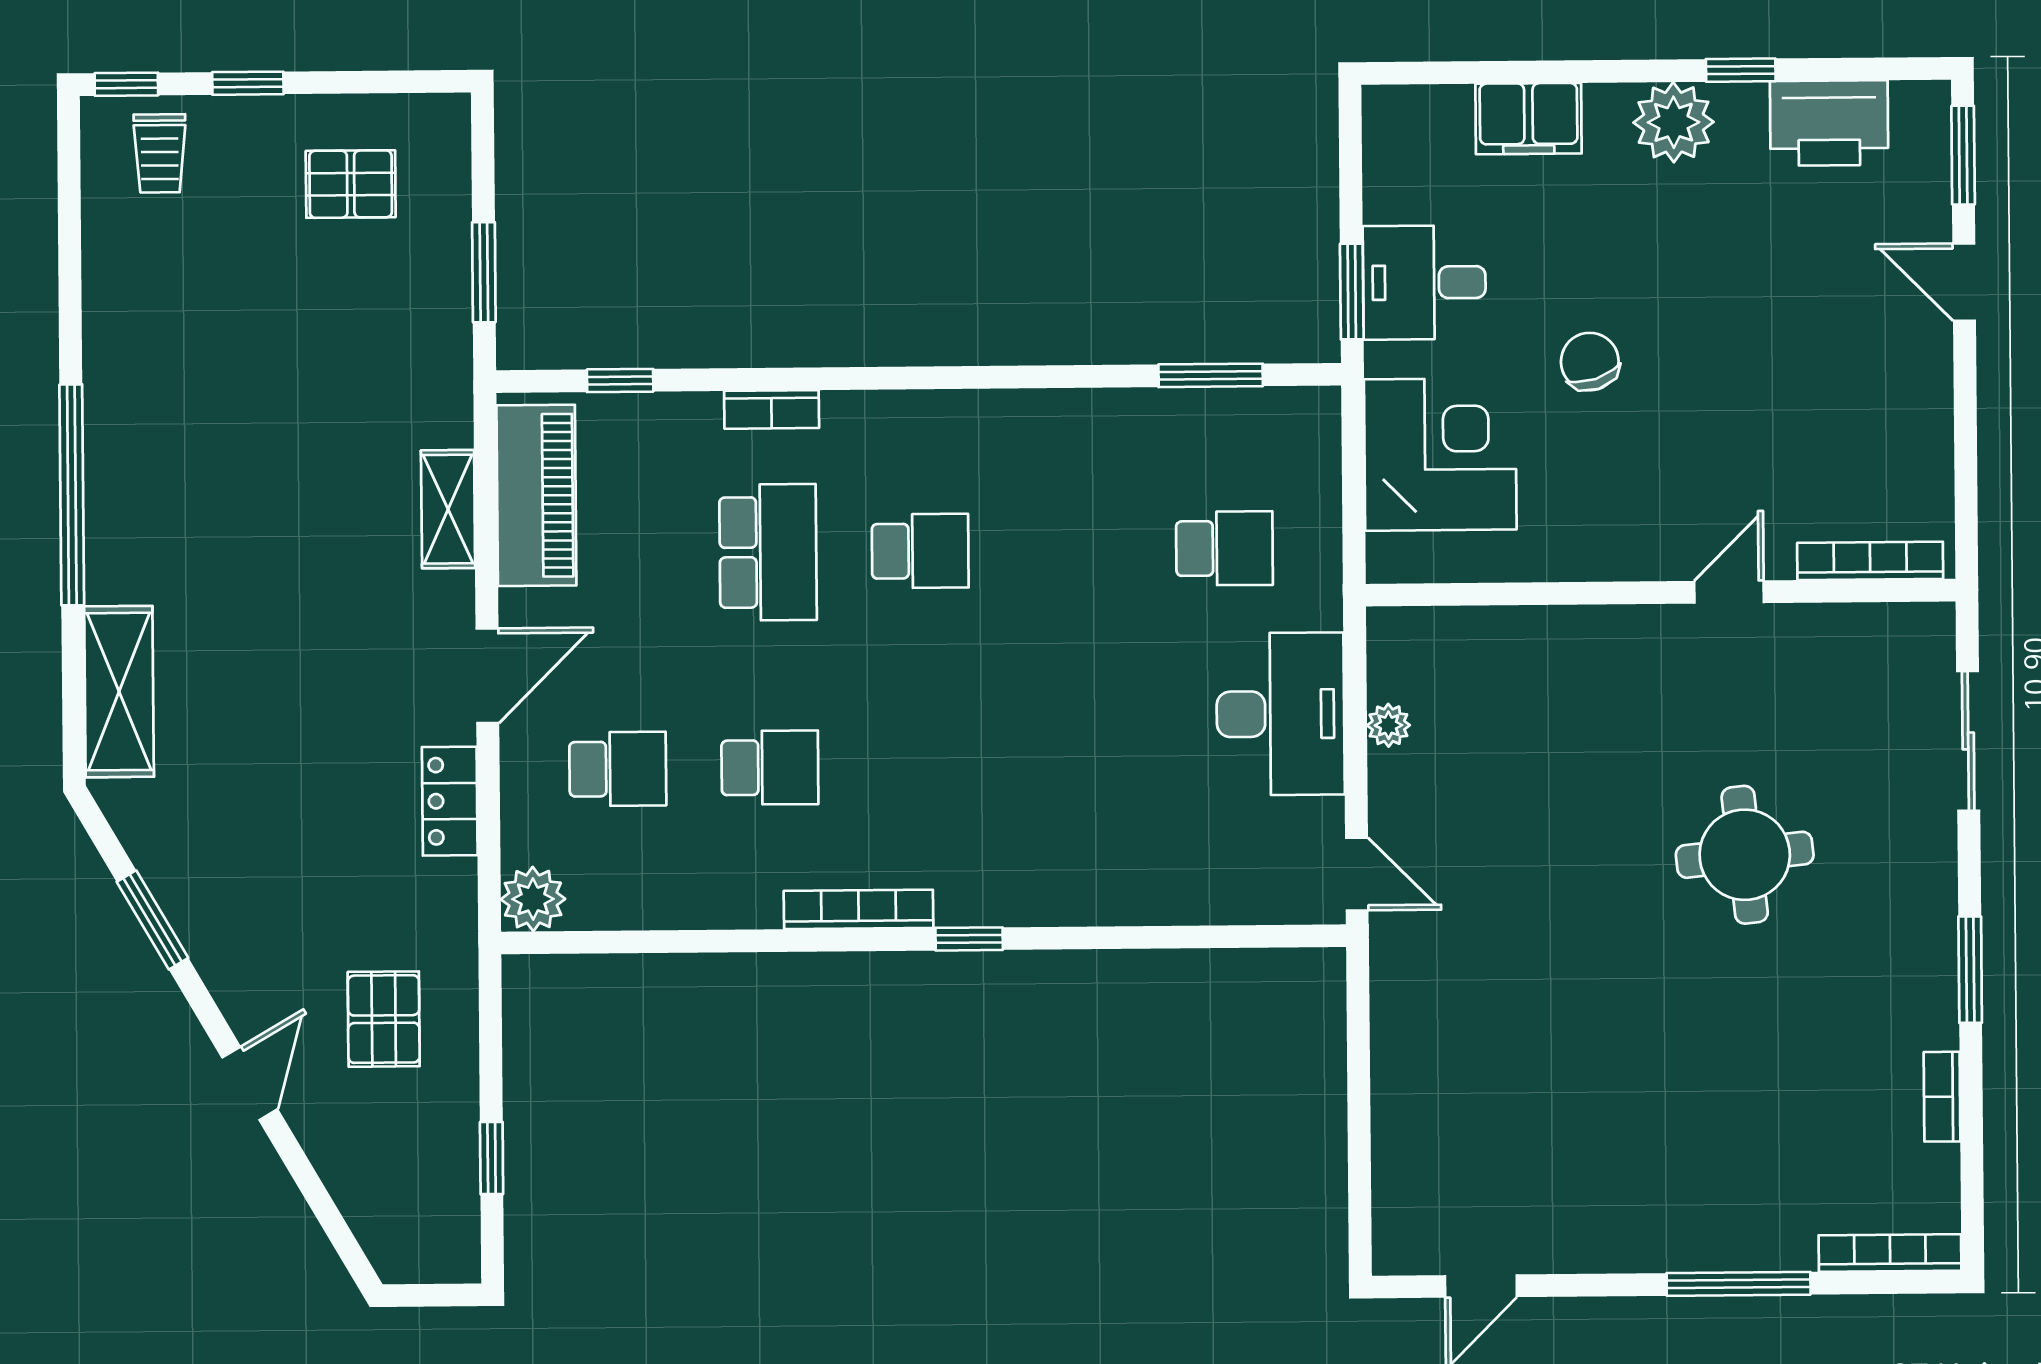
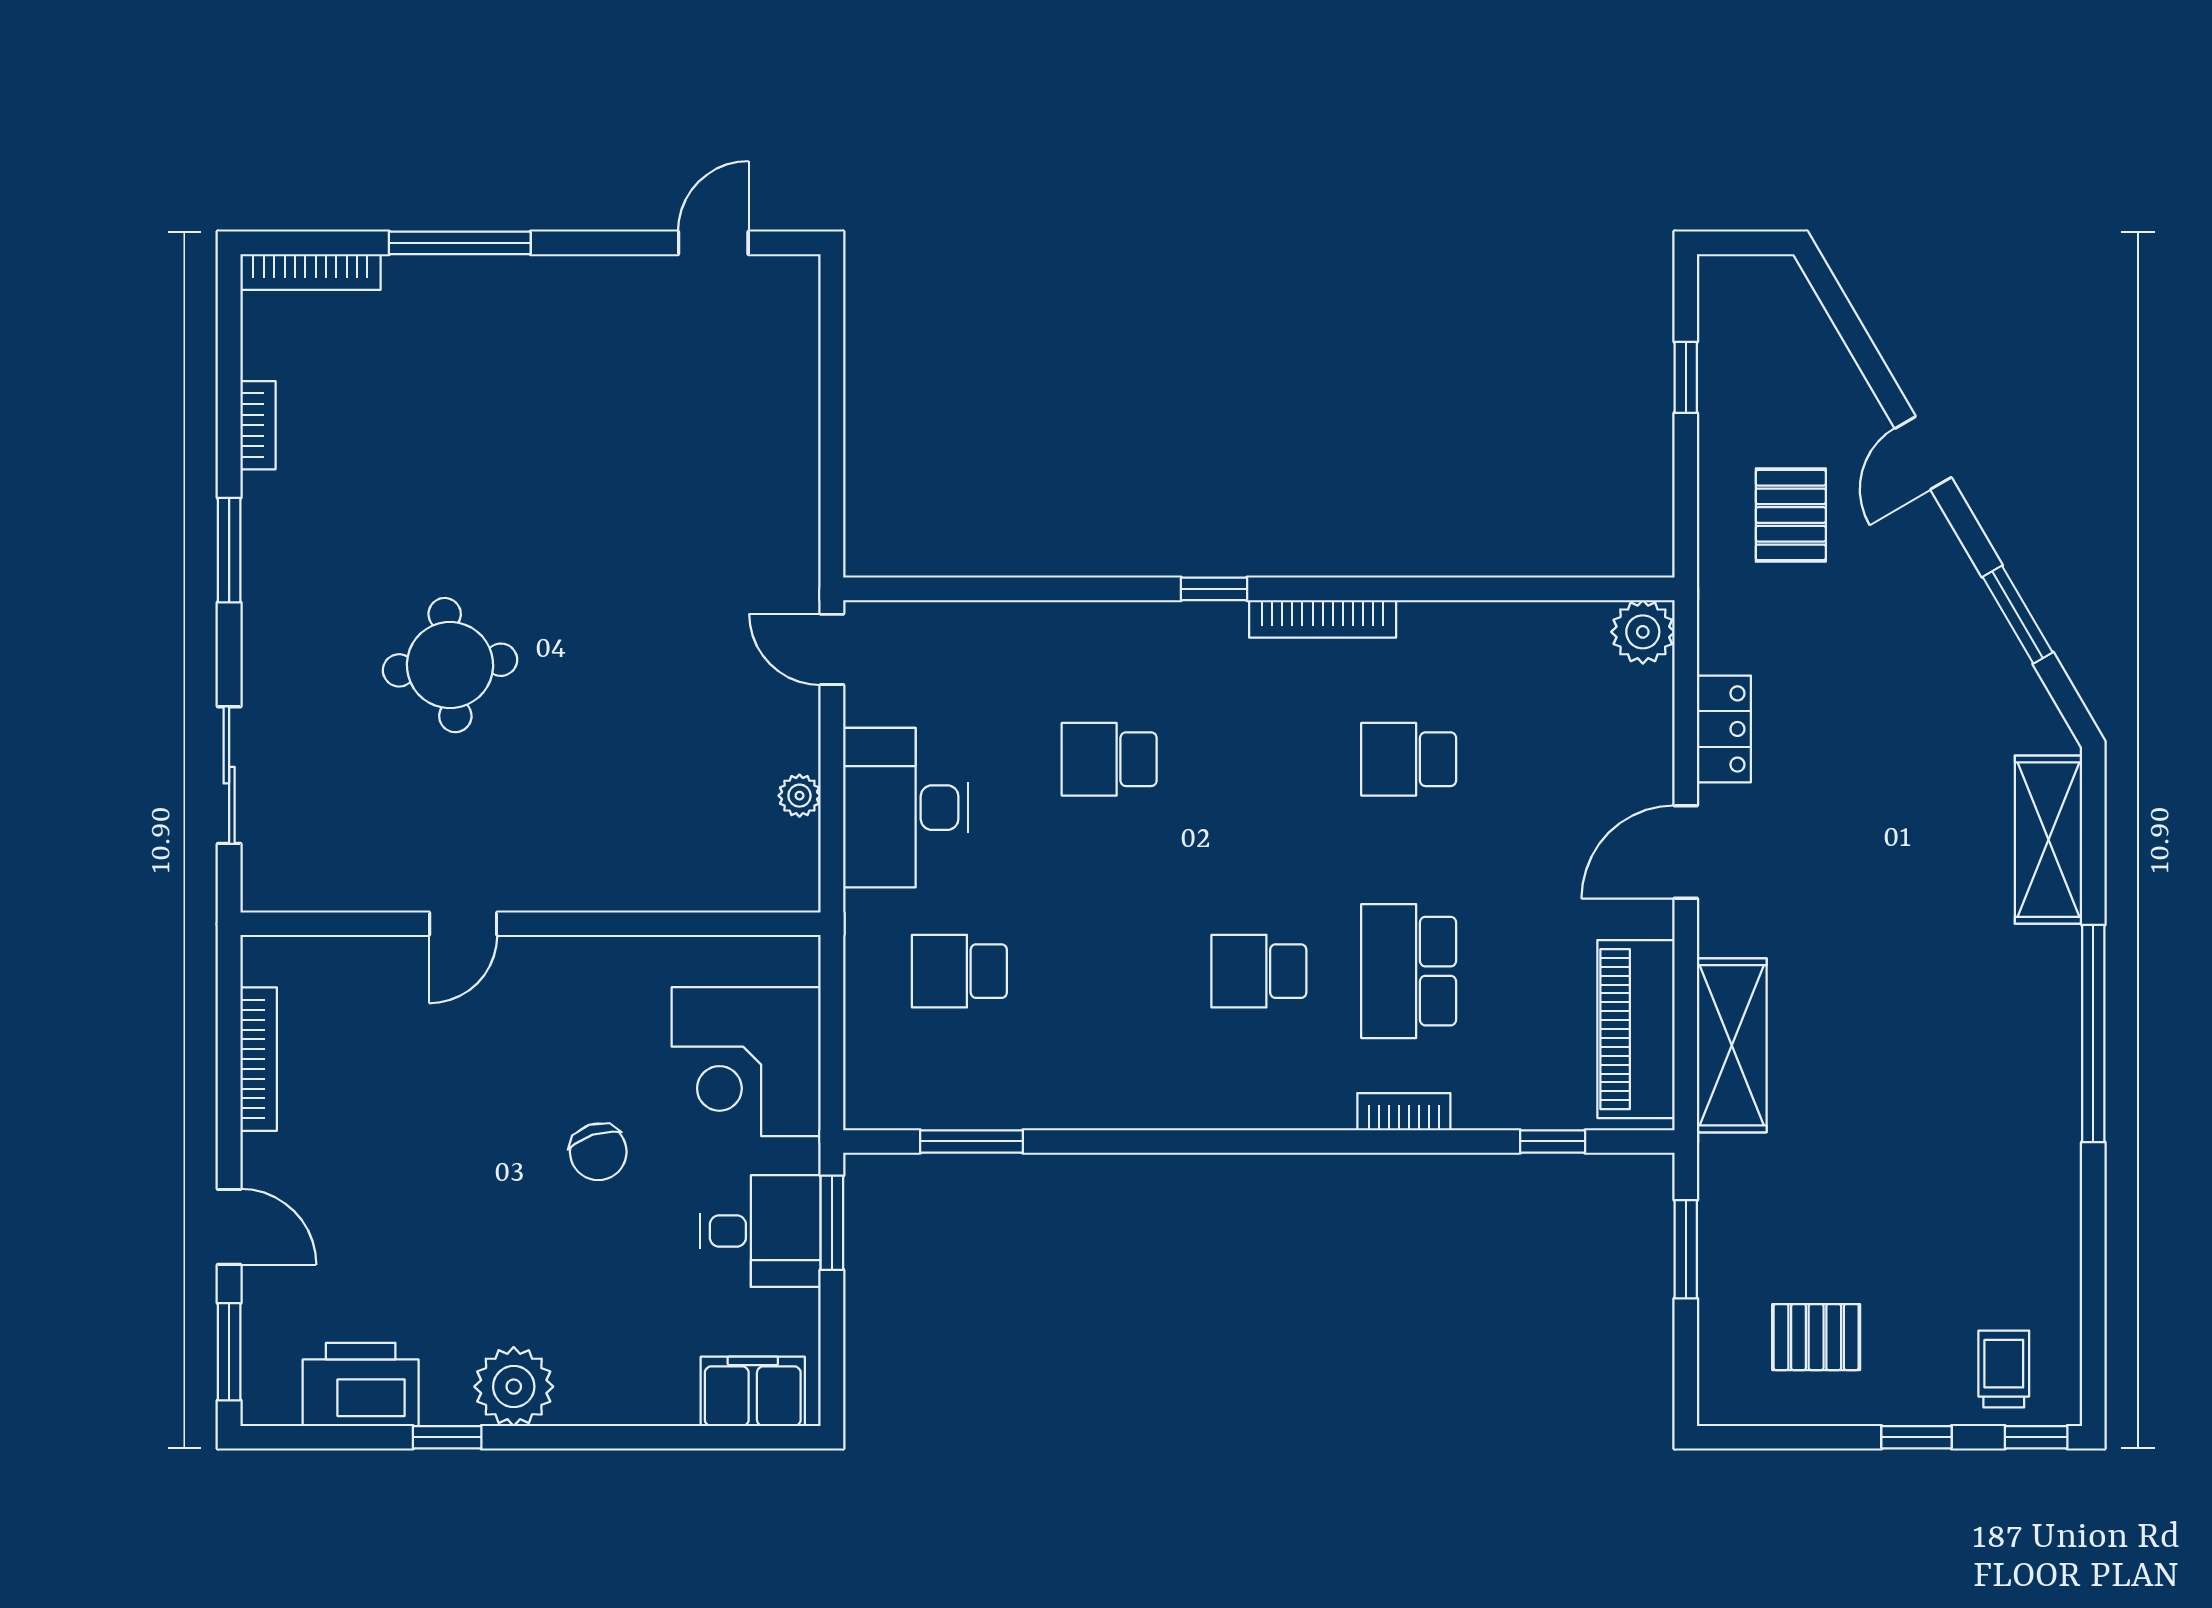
filing cabinet: (1529, 119) -> (753, 1391), moved
shelving: (448, 509) -> (1732, 1045), width x1.50, depth x1.33
bookcase: (1870, 561) -> (259, 1059), moved, turned -90
school desk: (618, 769) -> (1109, 759), moved

